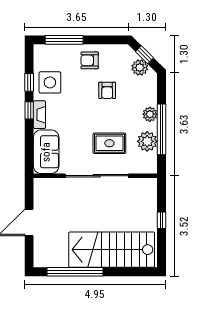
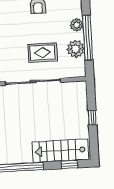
stairs: (112, 250) -> (60, 151), width x0.73, depth x0.66
window: (133, 272) -> (70, 164), added

